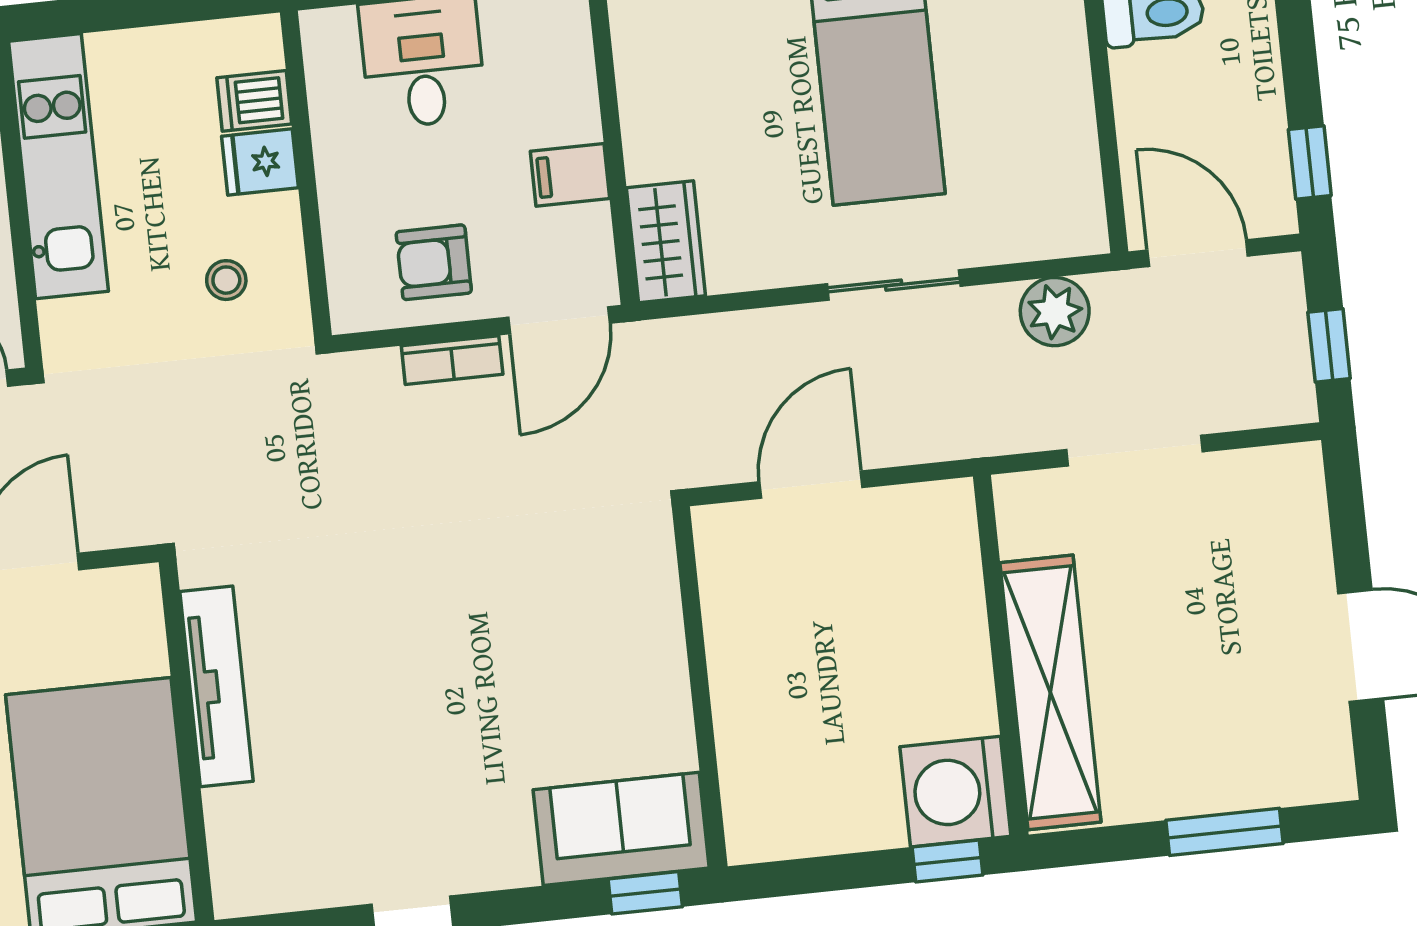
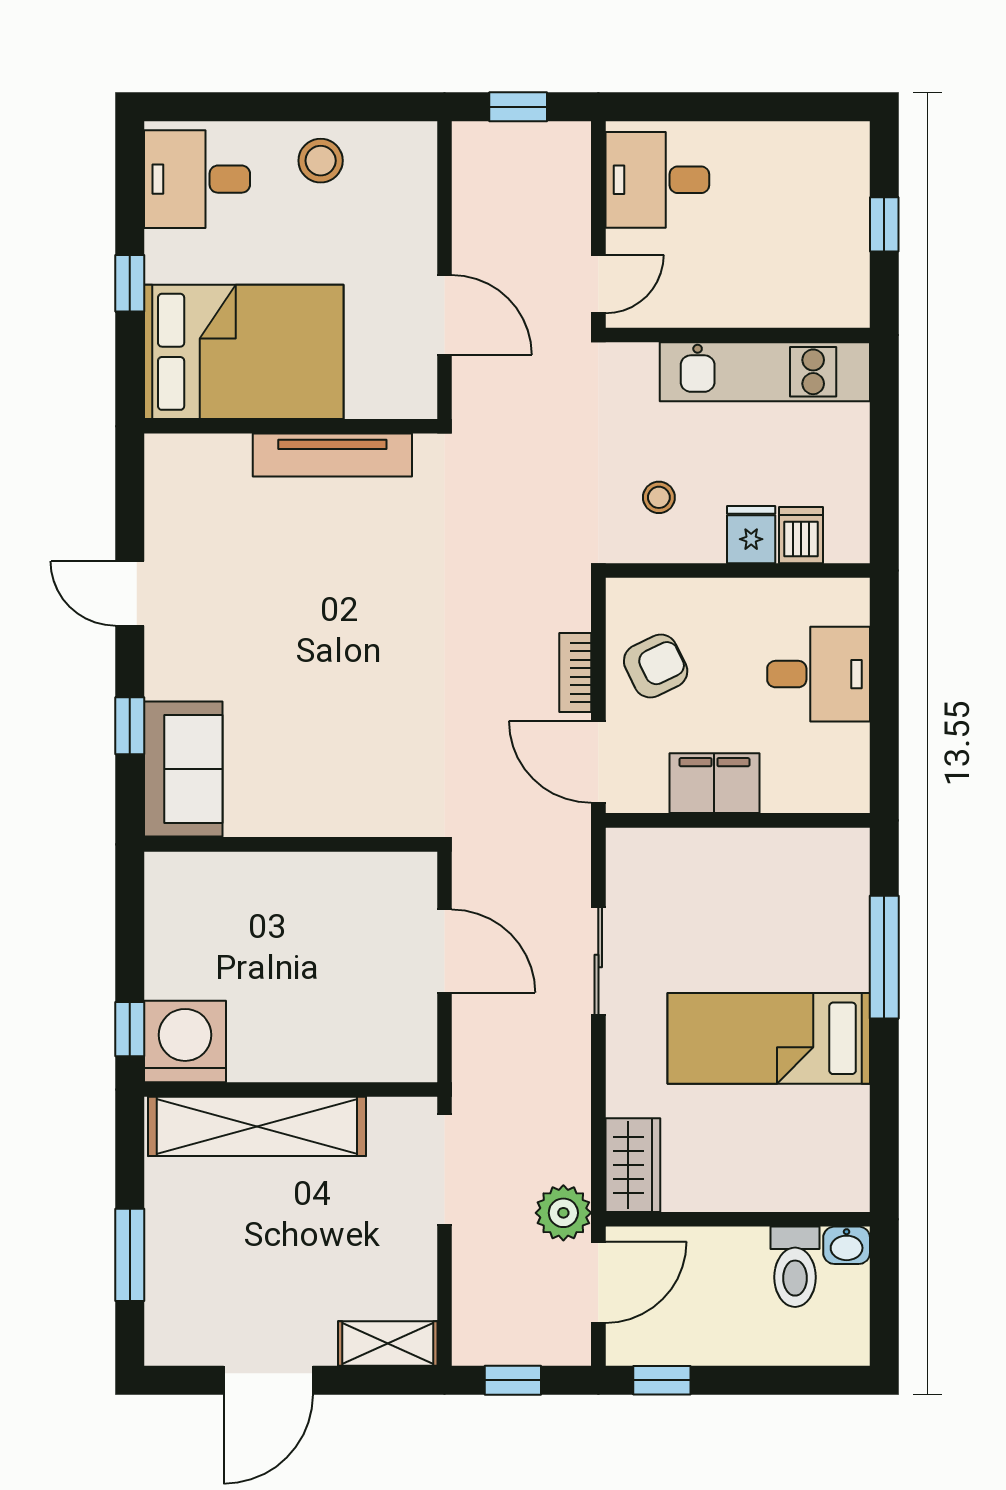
filing cabinet: (570, 175) -> (714, 783), width x2.00
wardrobe: (666, 242) -> (633, 1165), moved, turned -90
armchair: (434, 262) -> (656, 666), turned 64
sliding door: (894, 285) -> (598, 961), moved
plant: (1055, 312) -> (563, 1213), moved
doorway: (1134, 451) -> (445, 1170), moved
shelving: (1300, 504) -> (388, 1344), added
window: (645, 893) -> (130, 726), moved

